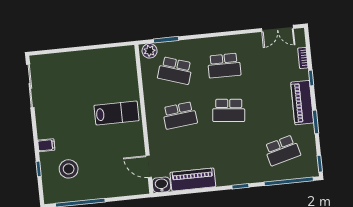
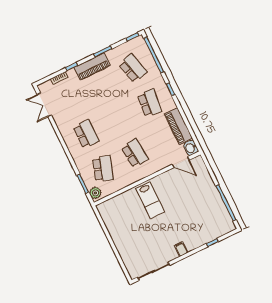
double door: (277, 28) -> (44, 105), swing flipped
school desk: (229, 110) -> (150, 103), moved
lab bench: (117, 113) -> (150, 200), turned 180
filing cabinet: (46, 145) -> (181, 249), moved
door: (149, 166) -> (181, 162), hinge flipped
stool: (69, 169) -> (204, 221), removed

